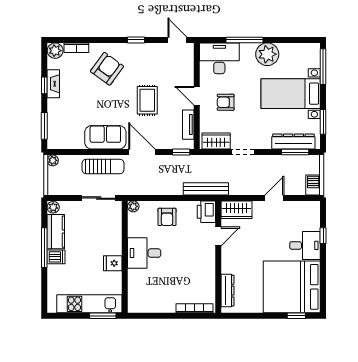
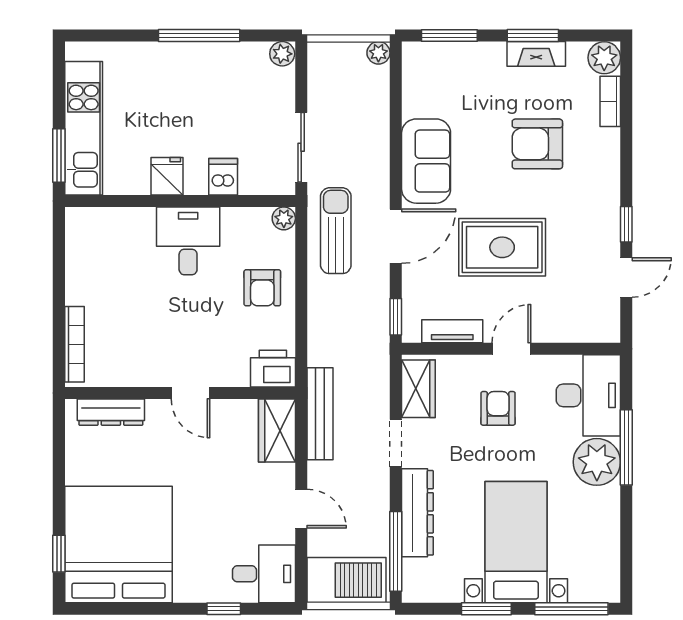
door: (177, 40) -> (626, 277), moved
plant: (267, 54) -> (597, 462), moved
armchair: (107, 69) -> (537, 144), moved, turned 144
window: (44, 85) -> (533, 36), width x1.50
rug: (147, 100) -> (502, 247), width x1.36, depth x1.43
window: (323, 122) -> (486, 609), moved
dresser: (293, 141) -> (417, 513), moved
window: (295, 152) -> (396, 551), width x1.44
sun lounger: (103, 166) -> (336, 231), moved, turned 180
barbecue: (313, 185) -> (346, 580), width x1.88, depth x1.53
bench: (206, 189) -> (320, 414), moved
armchair: (167, 217) -> (262, 288), turned -90
kitchen counter: (56, 232) -> (232, 59), removed
door: (218, 236) -> (191, 393), moved
desk: (305, 245) -> (264, 574), moved, turned -90
dishwasher: (56, 257) -> (223, 177), moved, turned 180

